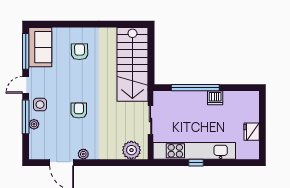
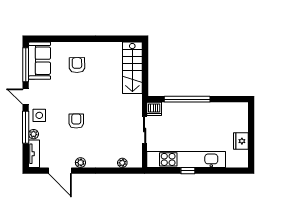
stairs: (132, 64) -> (132, 68), width x0.73, depth x0.66
door: (26, 85) -> (26, 97), hinge flipped
dishwasher: (215, 98) -> (154, 109), moved
tv unit: (34, 145) -> (34, 154), added
plant: (131, 150) -> (122, 163), width x0.53, depth x0.53

